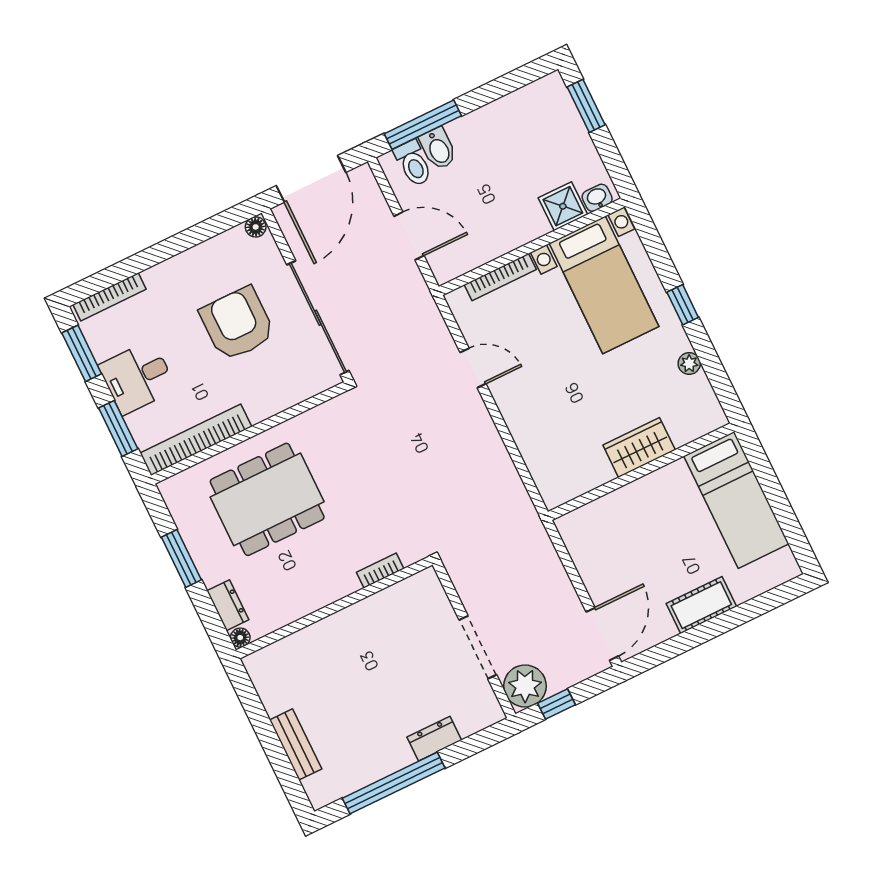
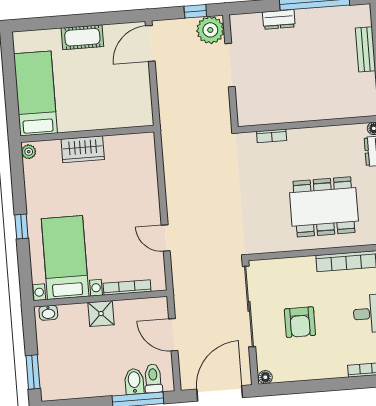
shower: (563, 206) -> (101, 314), moved
armchair: (237, 324) -> (300, 322), width x0.73, depth x0.73
plant: (689, 363) -> (29, 152), moved

